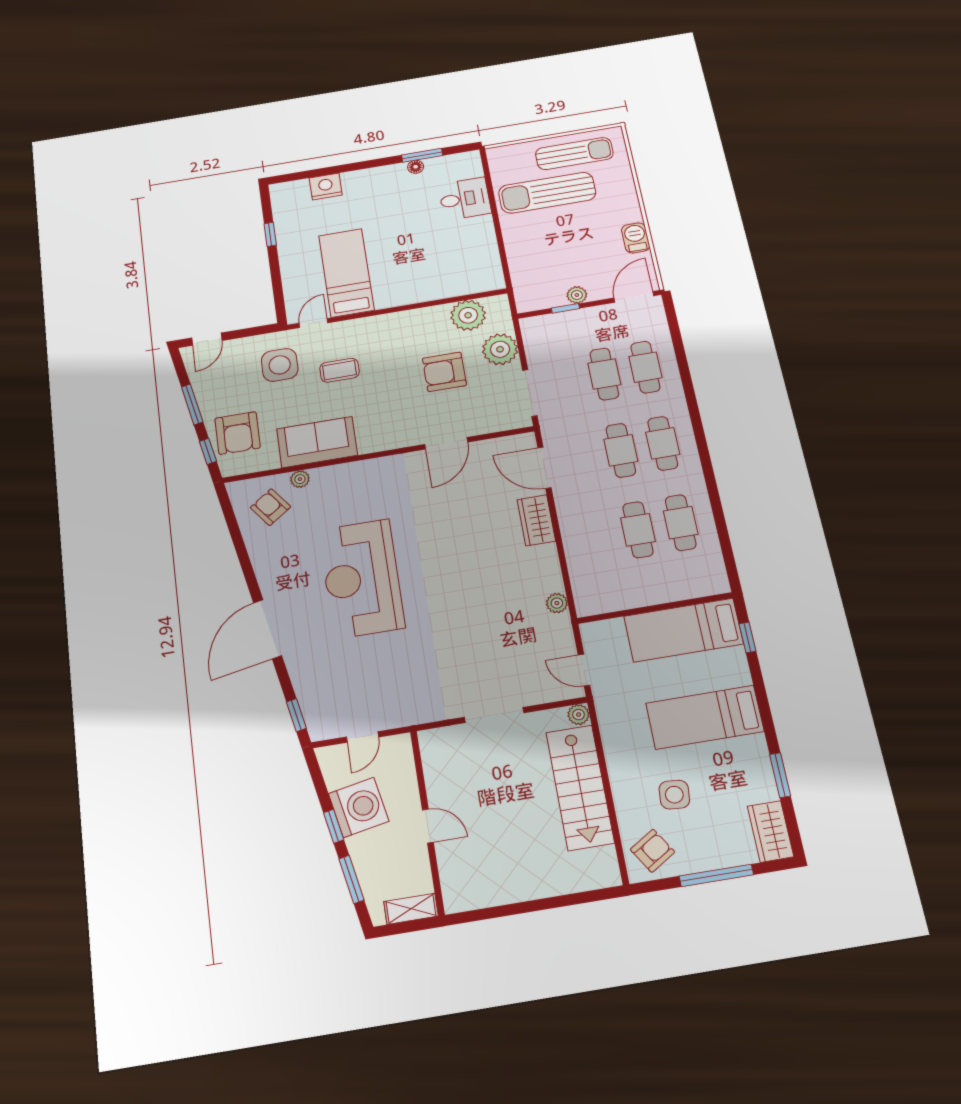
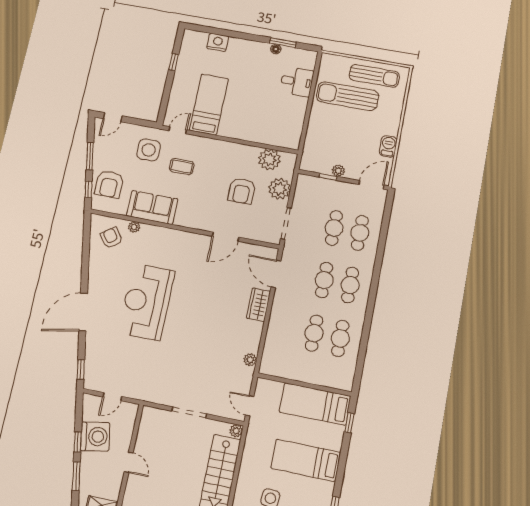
armchair: (444, 372) -> (242, 191), turned -90

